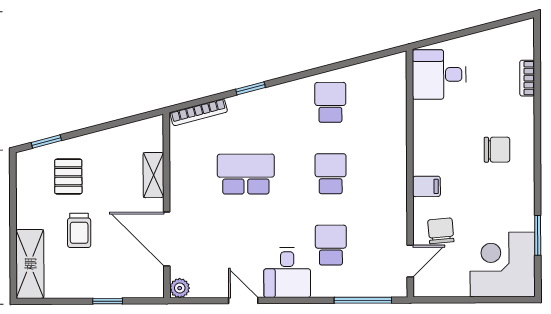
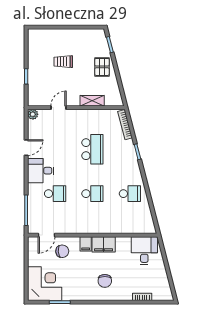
filing cabinet: (427, 152) -> (104, 244), added
pallet: (68, 177) -> (102, 67), moved, turned 90
door: (167, 239) -> (59, 108), width x0.53
door: (410, 261) -> (47, 235), hinge flipped
shelving: (30, 264) -> (46, 36), removed

